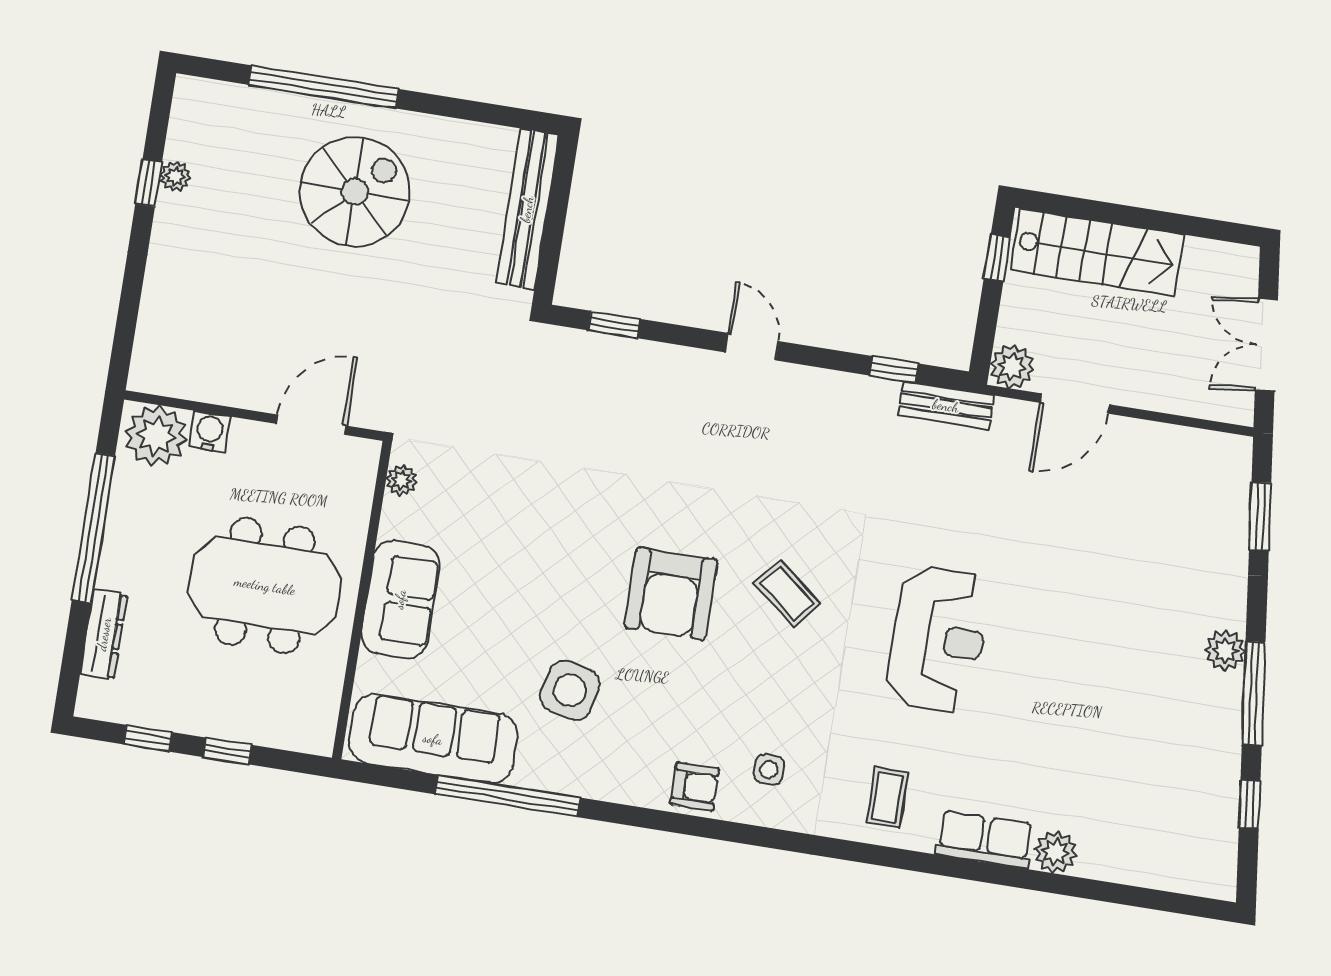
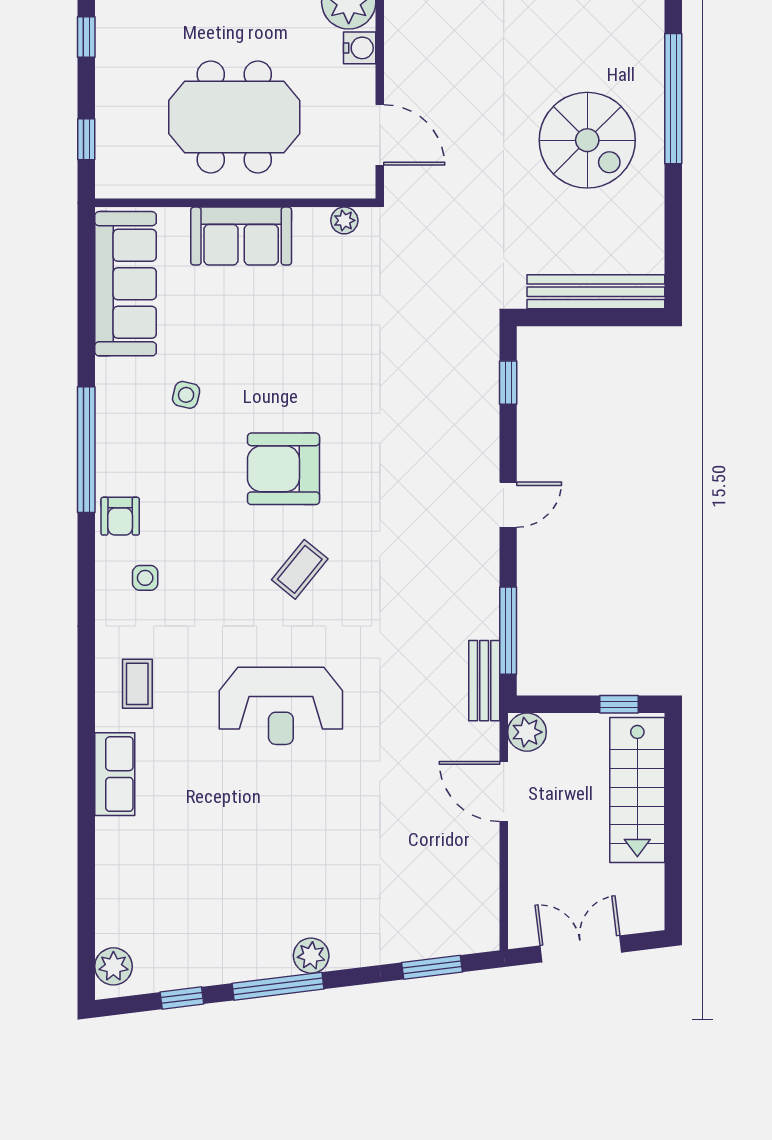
window: (894, 369) -> (508, 631), width x2.17
meeting table: (265, 586) -> (234, 117), turned 90
side table: (570, 690) -> (186, 395), width x0.54, depth x0.54
window: (227, 751) -> (86, 139), moved
window: (508, 796) -> (86, 450), moved
coffee table: (887, 798) -> (137, 684), turned 90
plant: (1055, 852) -> (113, 966), moved

